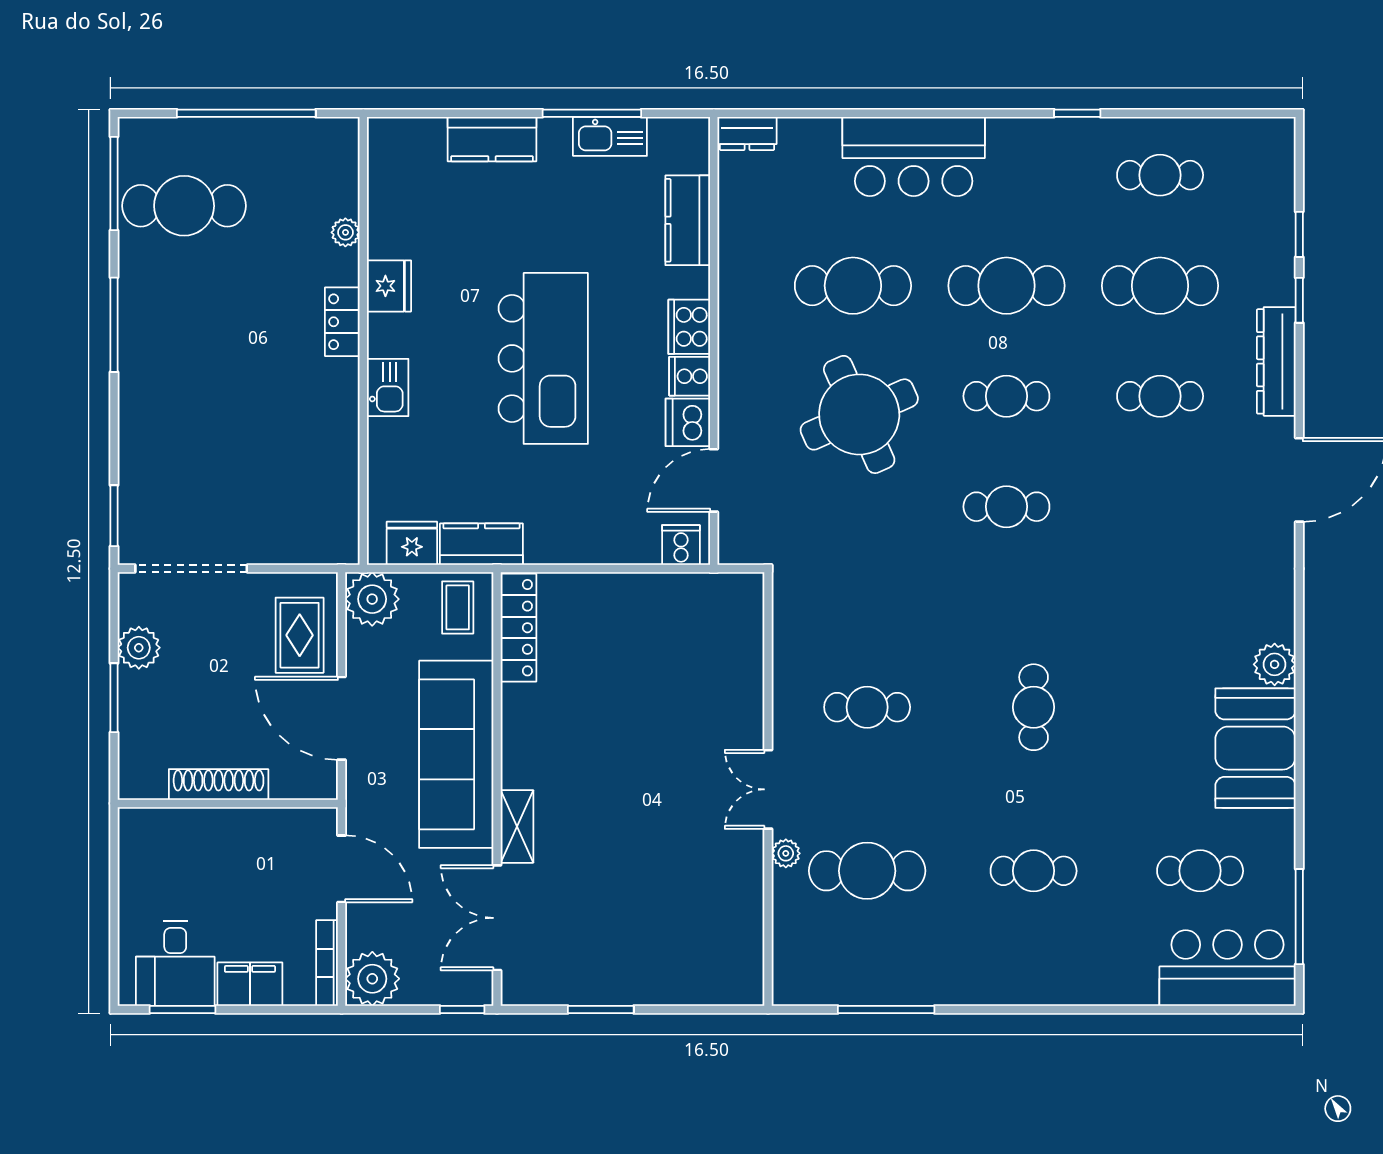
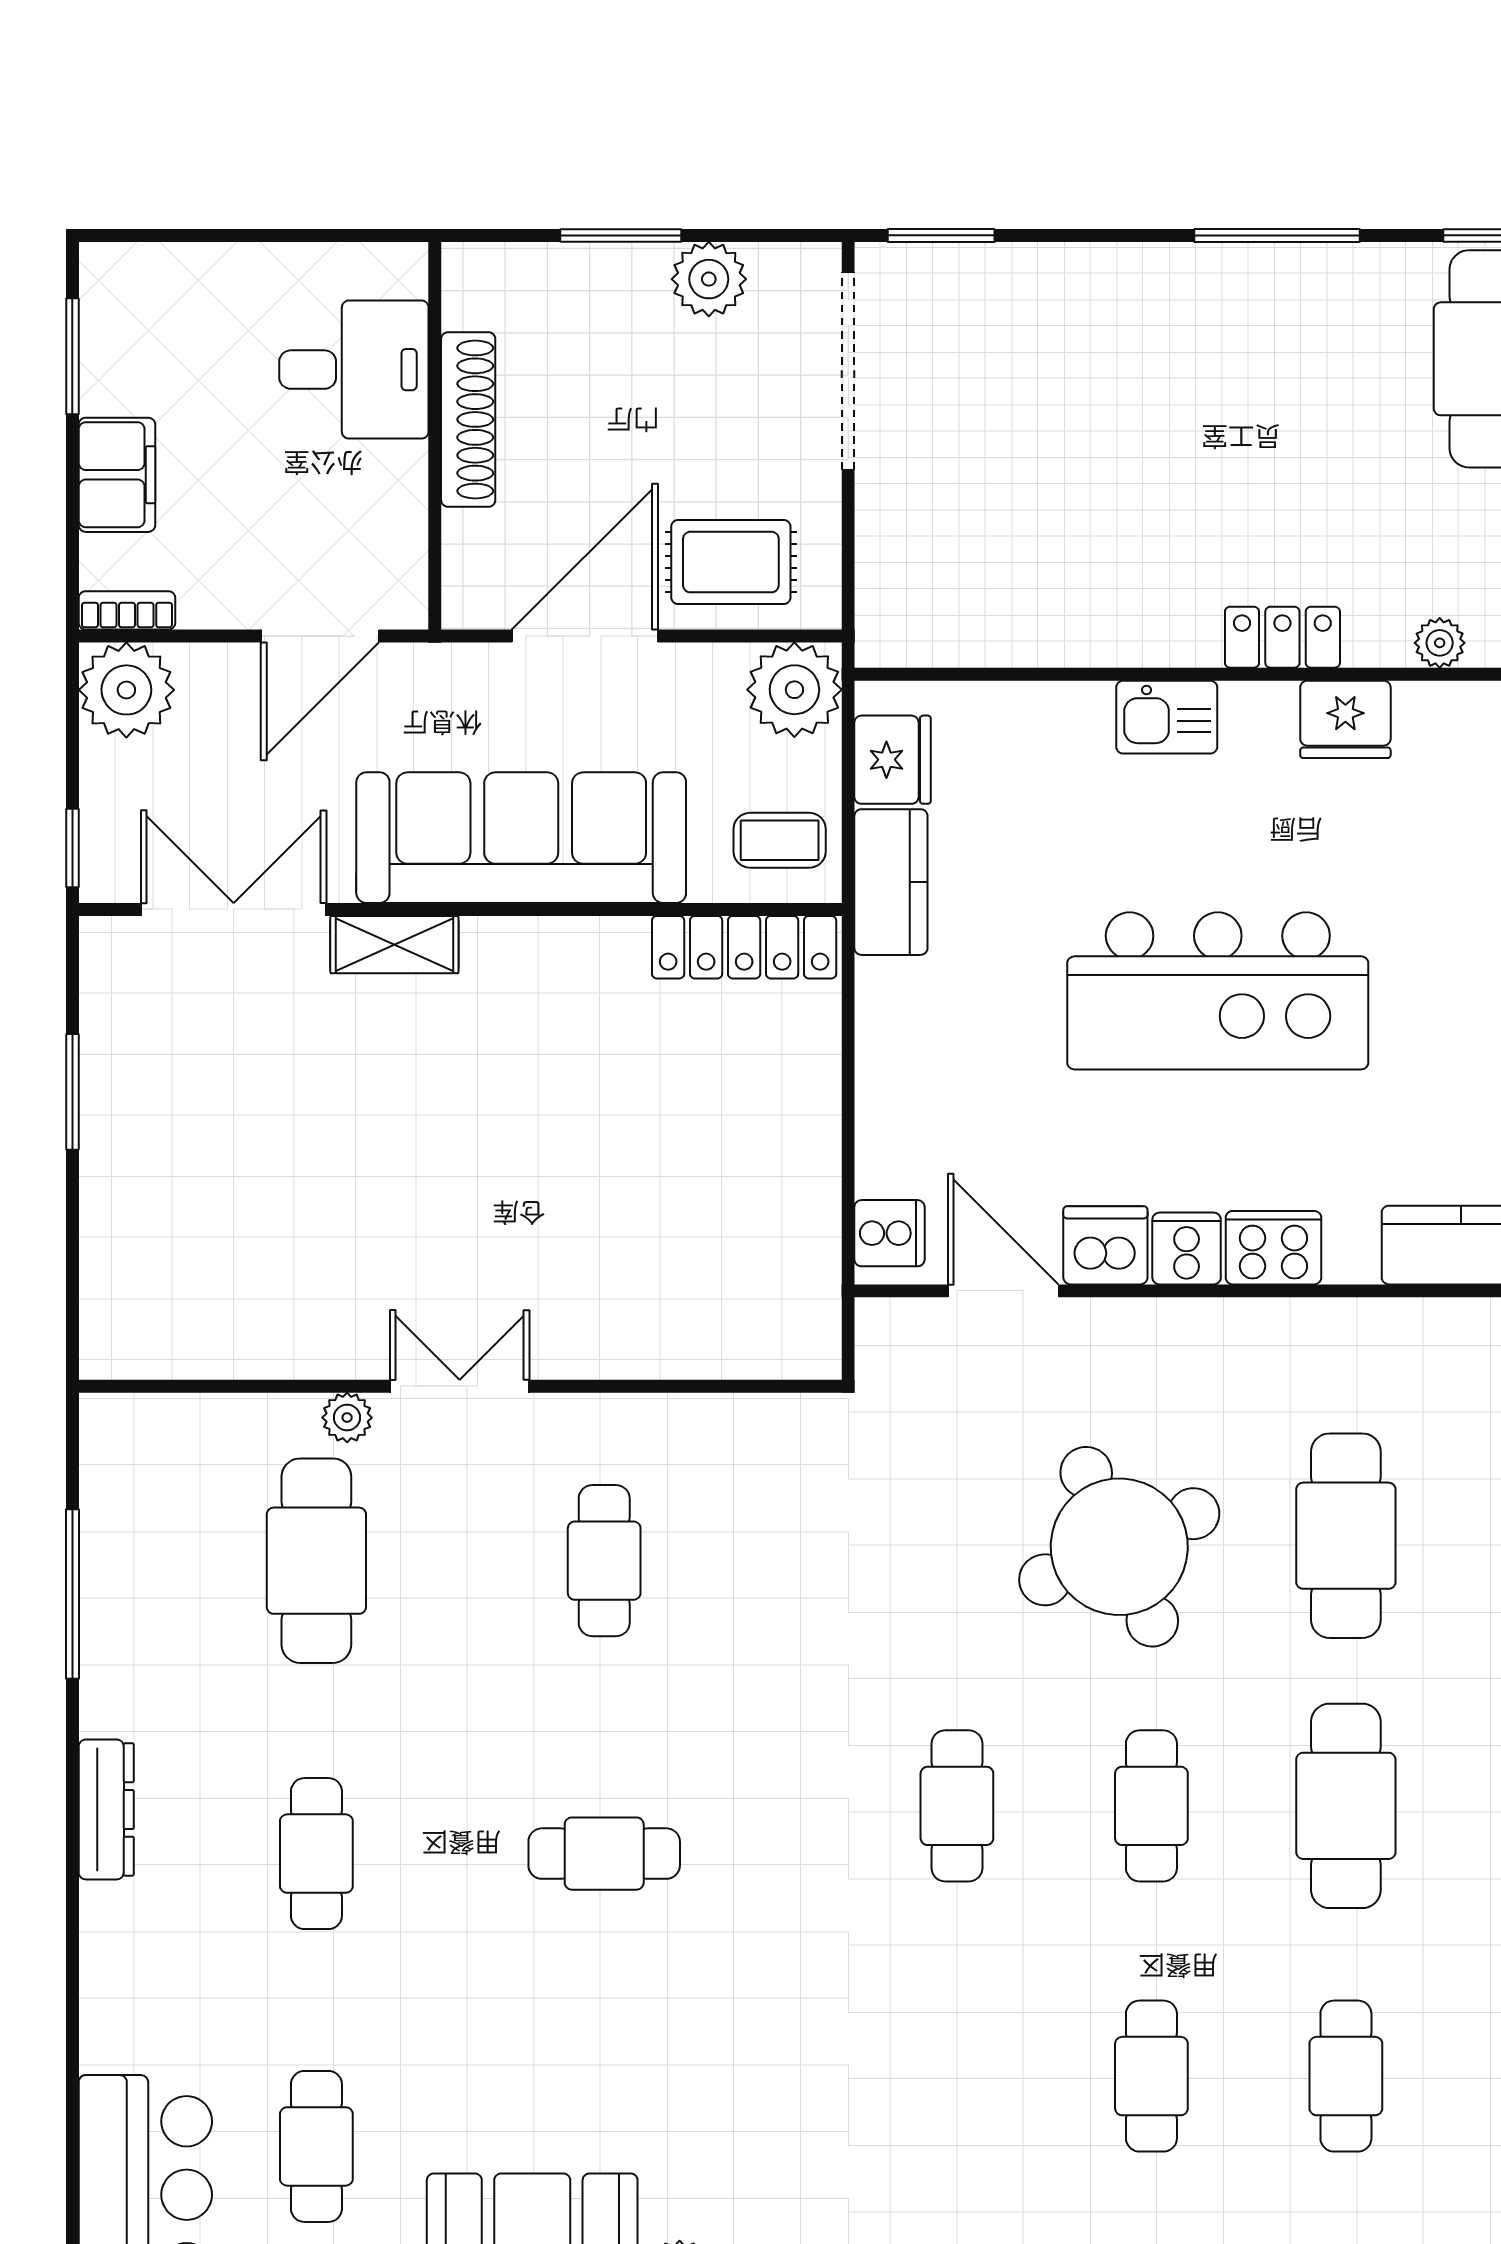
cafe table: (1160, 286) -> (1346, 2076), width x0.73, depth x0.74
desk: (175, 963) -> (354, 370), moved, turned 180
bookcase: (327, 963) -> (127, 610), width x0.64
dresser: (1009, 990) -> (106, 1809), added

